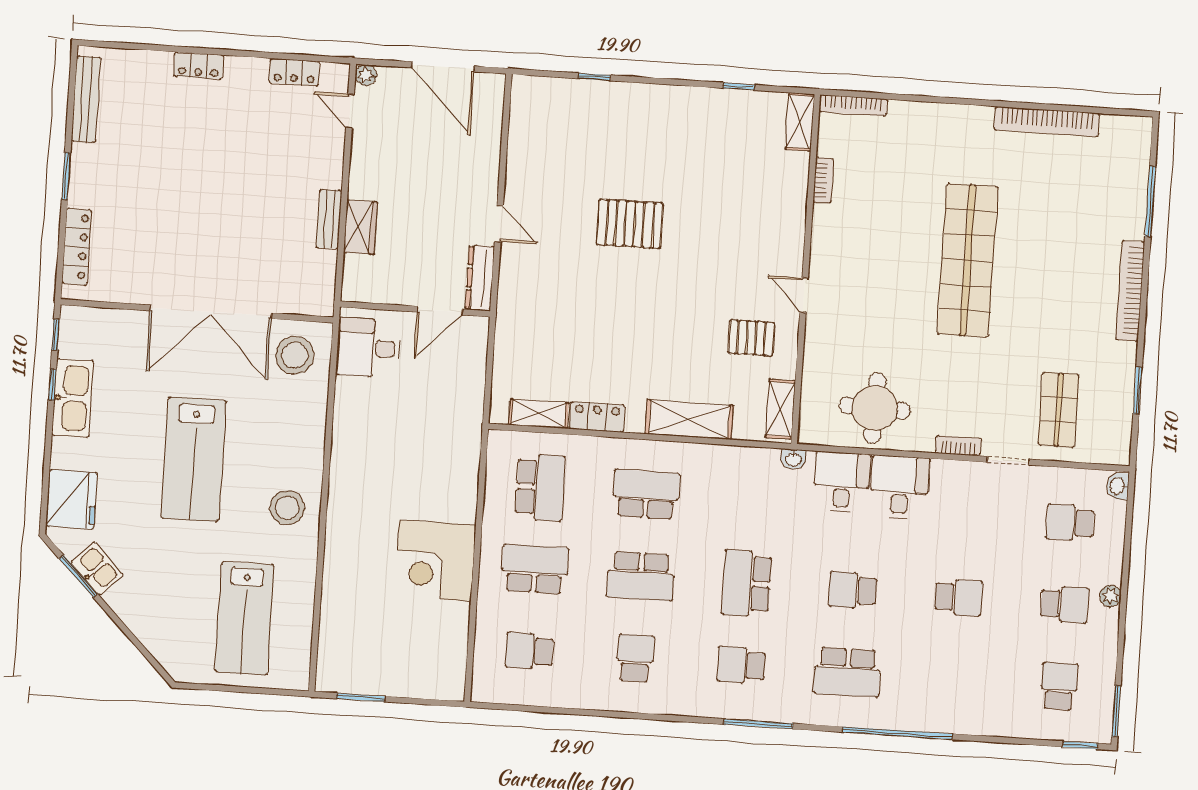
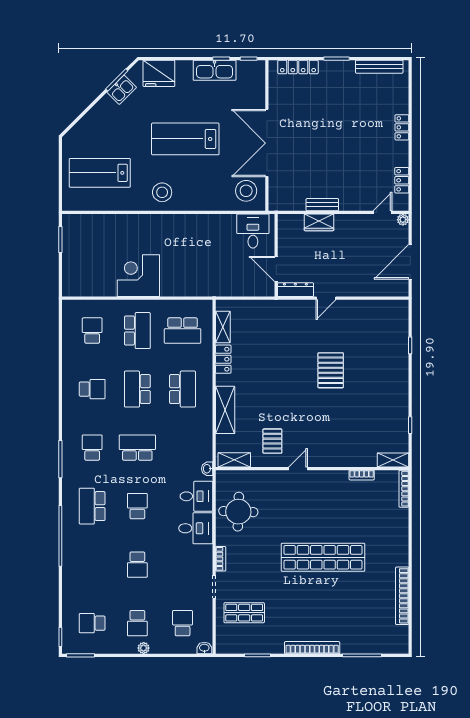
school desk: (1059, 686) -> (92, 623), turned 180

